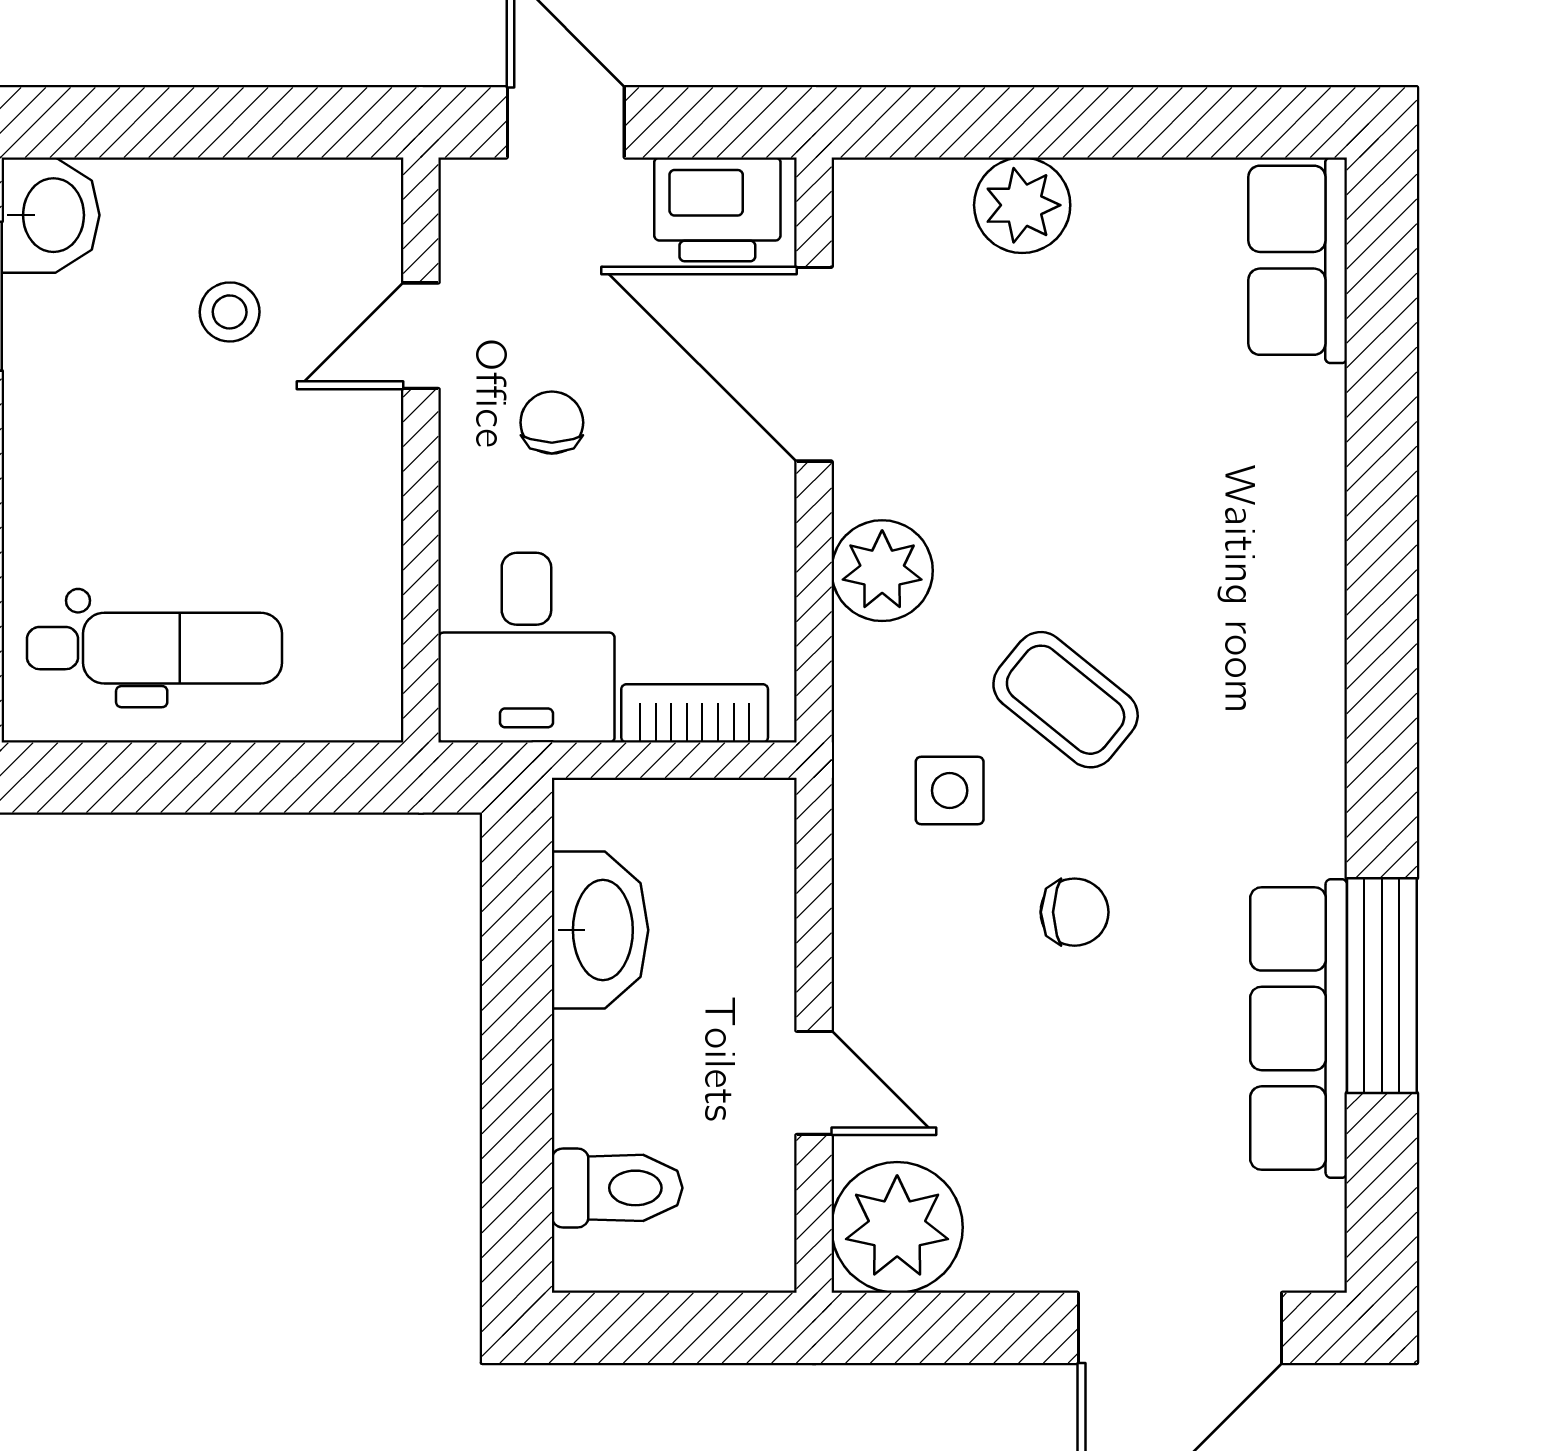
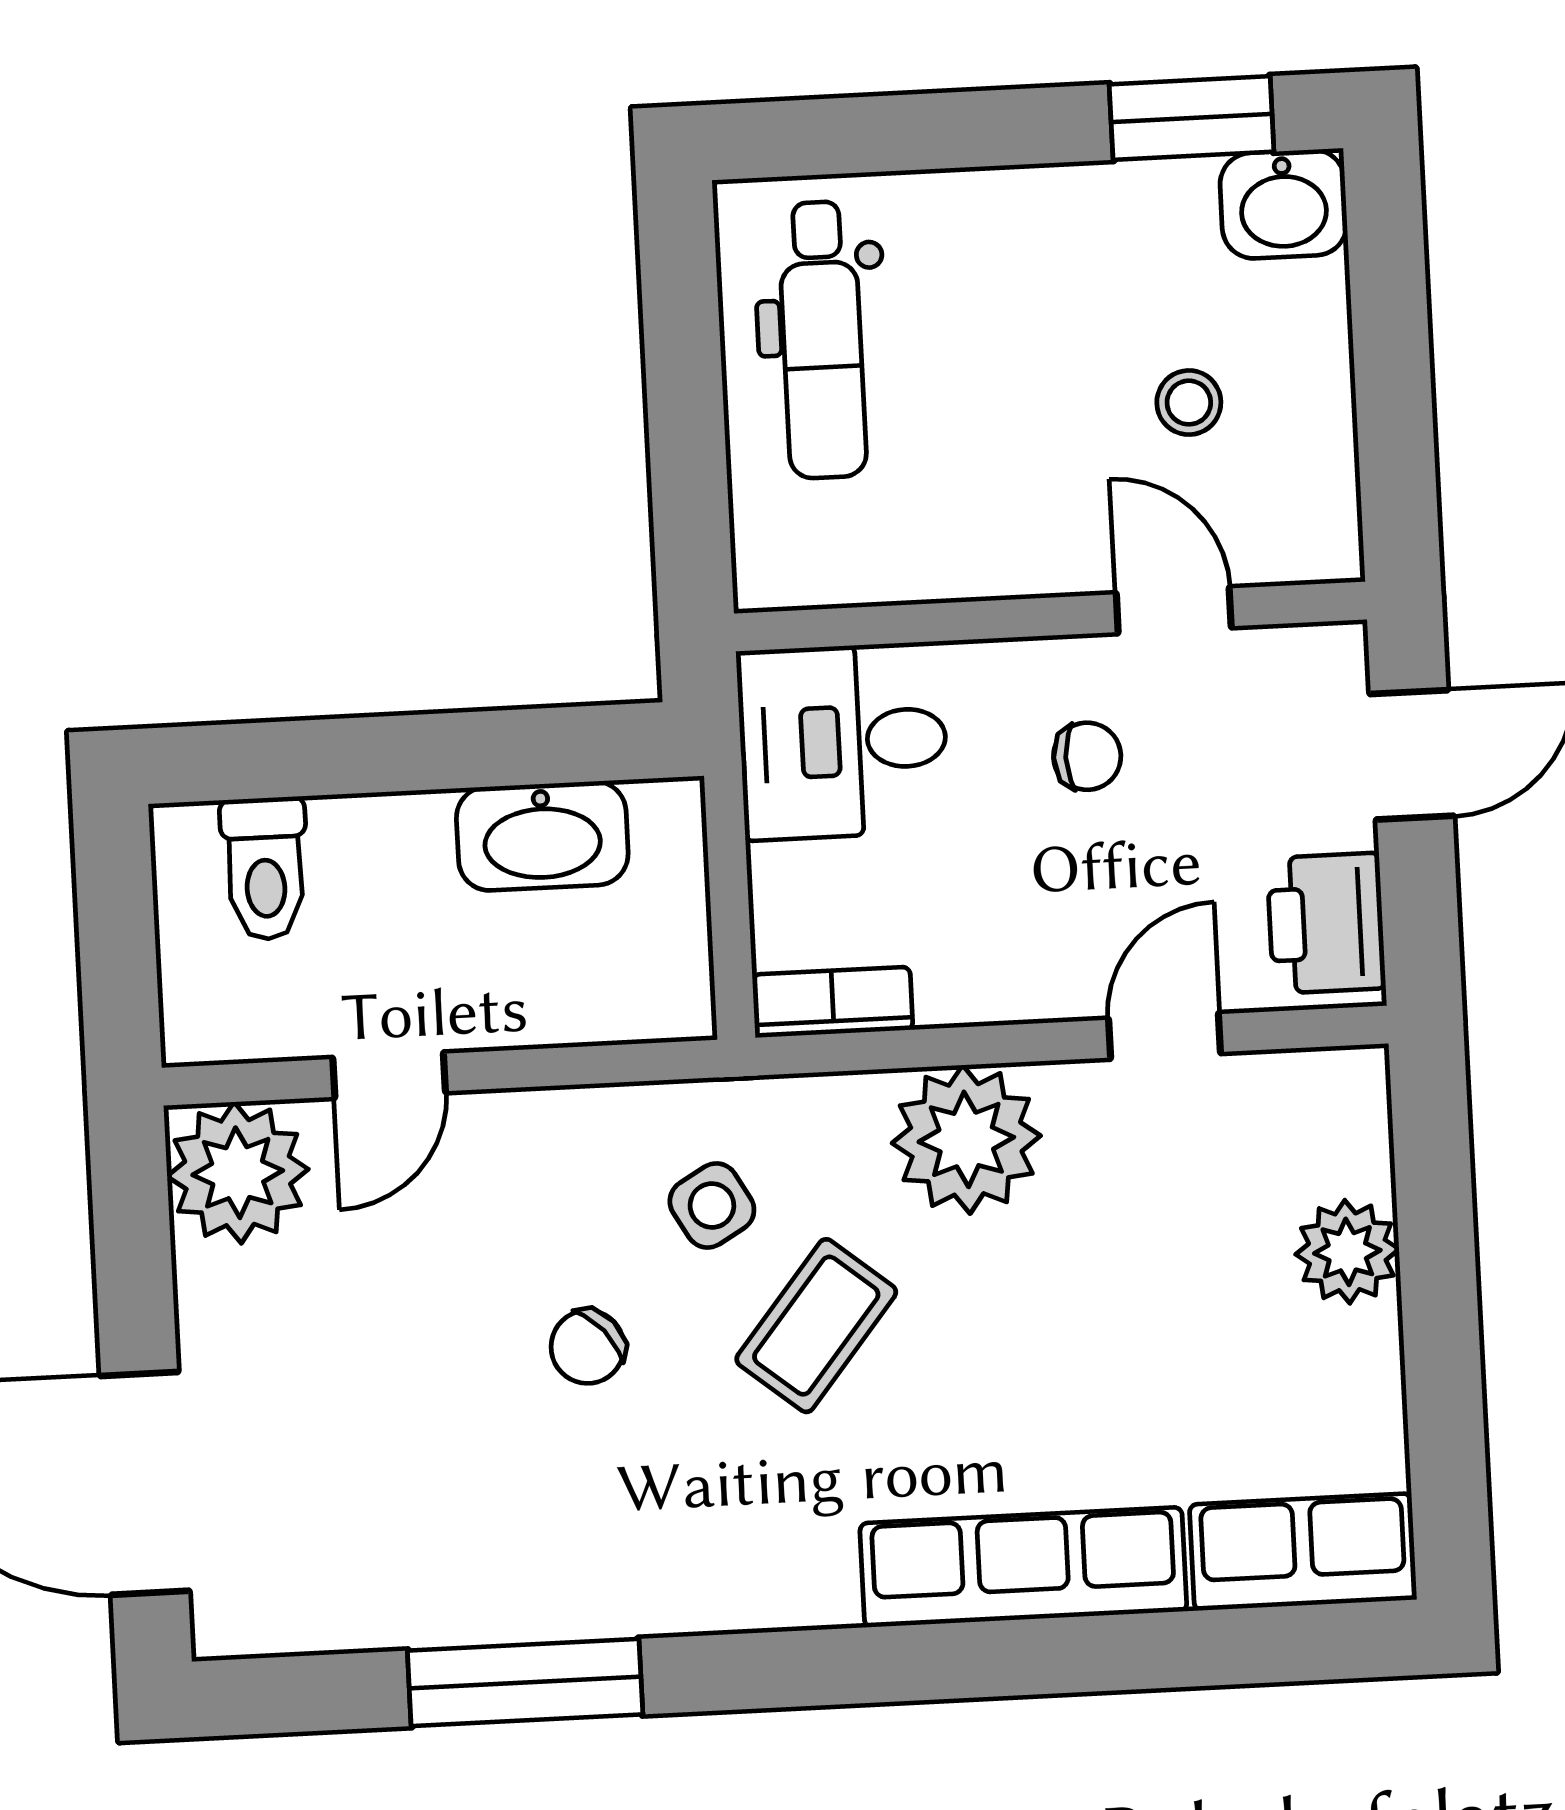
door: (814, 364) -> (1165, 1036), width x0.53
plant: (882, 571) -> (966, 1139), width x1.36, depth x1.36
bookcase: (695, 713) -> (833, 1002), moved, turned -90
side table: (950, 791) -> (712, 1205), turned -30
chair: (1075, 912) -> (588, 1347), turned 49
row of seats: (1299, 1028) -> (1023, 1567), moved

